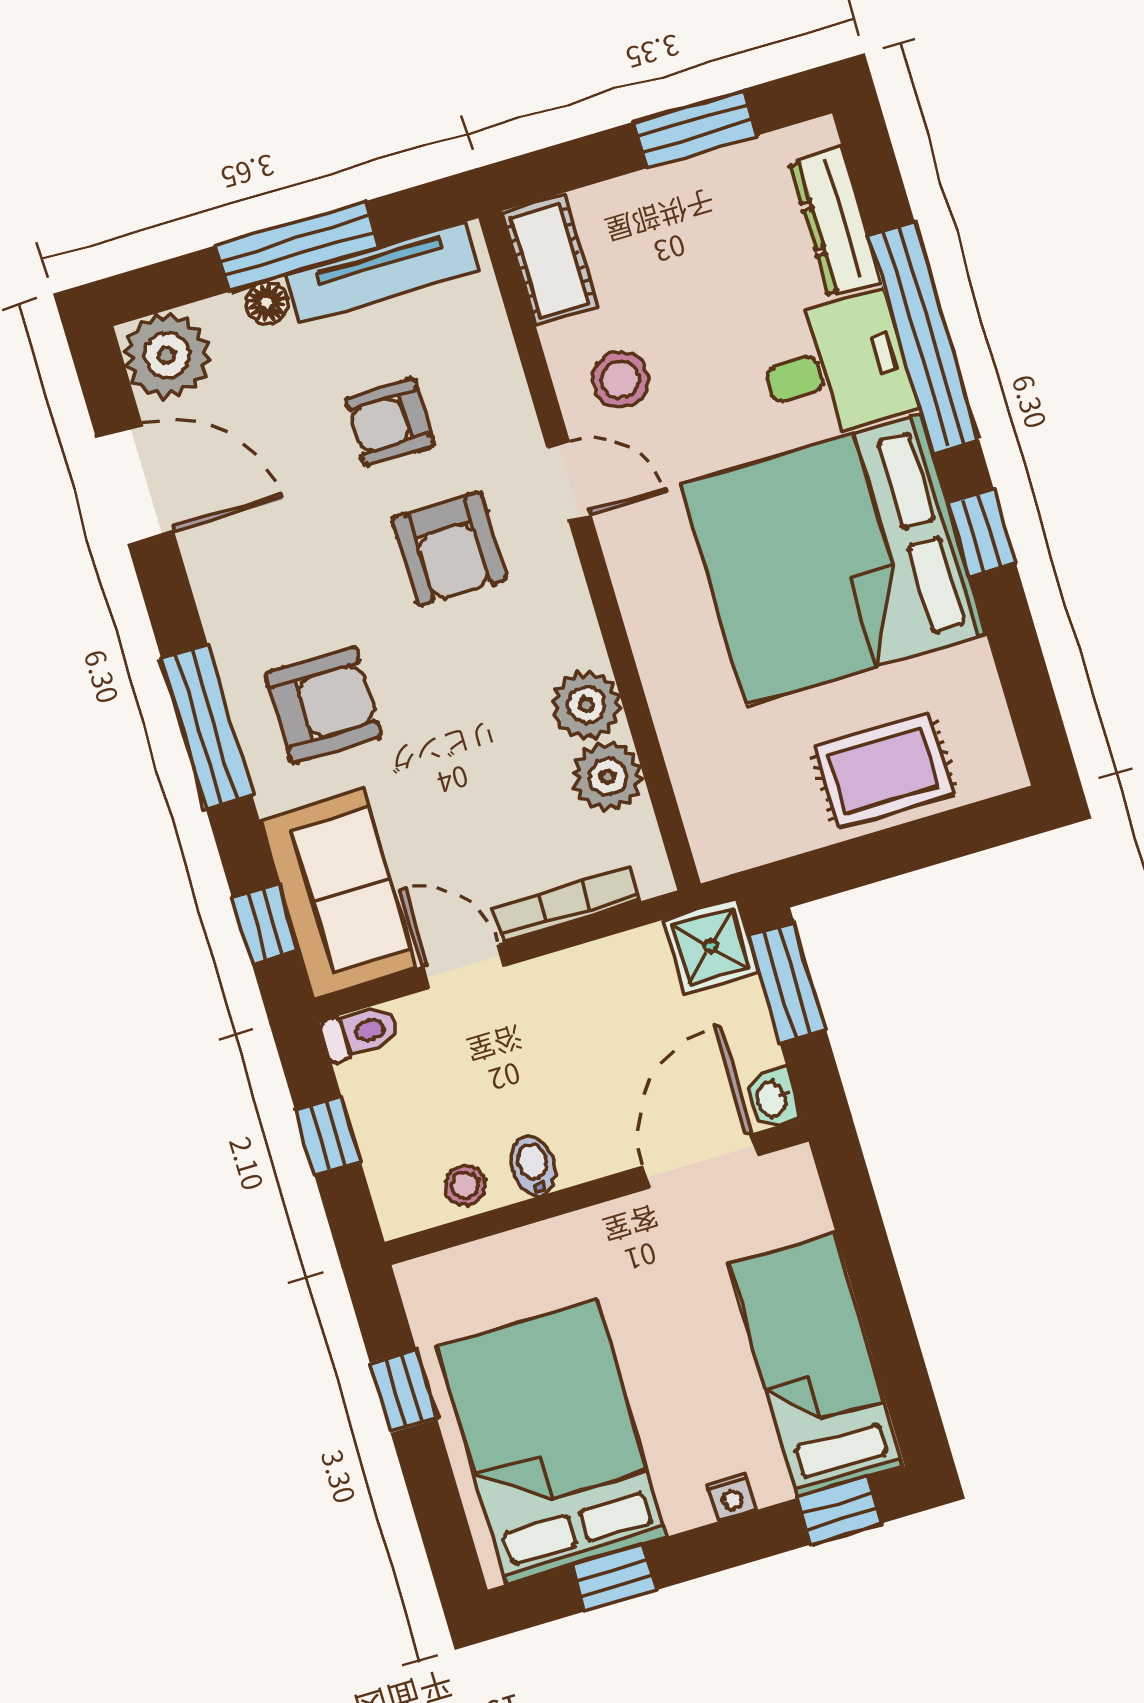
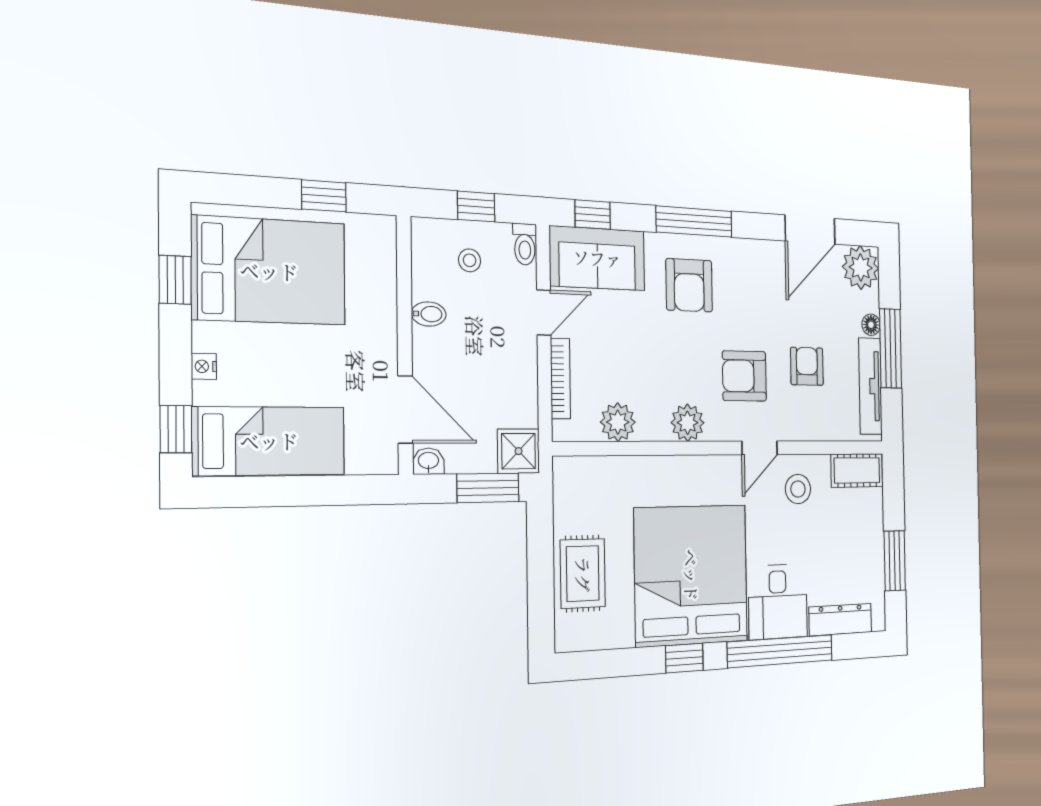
plant: (587, 705) -> (688, 423), moved
stool: (465, 1185) -> (470, 260), moved

